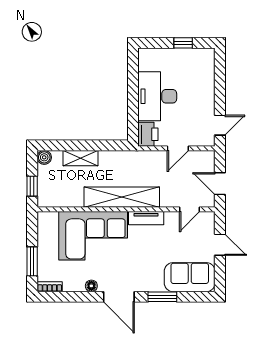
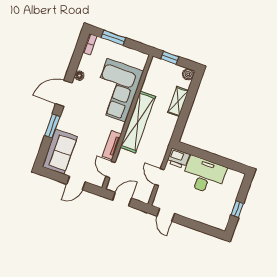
tv unit: (146, 218) -> (112, 145), moved

